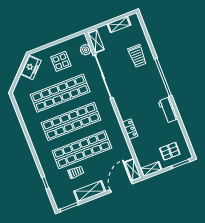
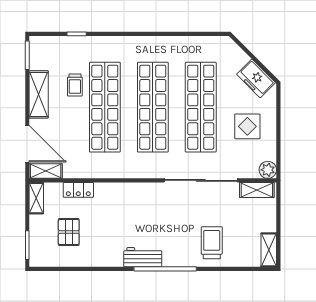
shelving: (119, 24) -> (269, 250), moved
plant: (86, 50) -> (268, 170), moved
trolley: (137, 56) -> (212, 243), turned 90
workbench: (168, 110) -> (143, 257), moved
locker: (130, 129) -> (78, 190), moved
pallet: (170, 151) -> (69, 232), moved

